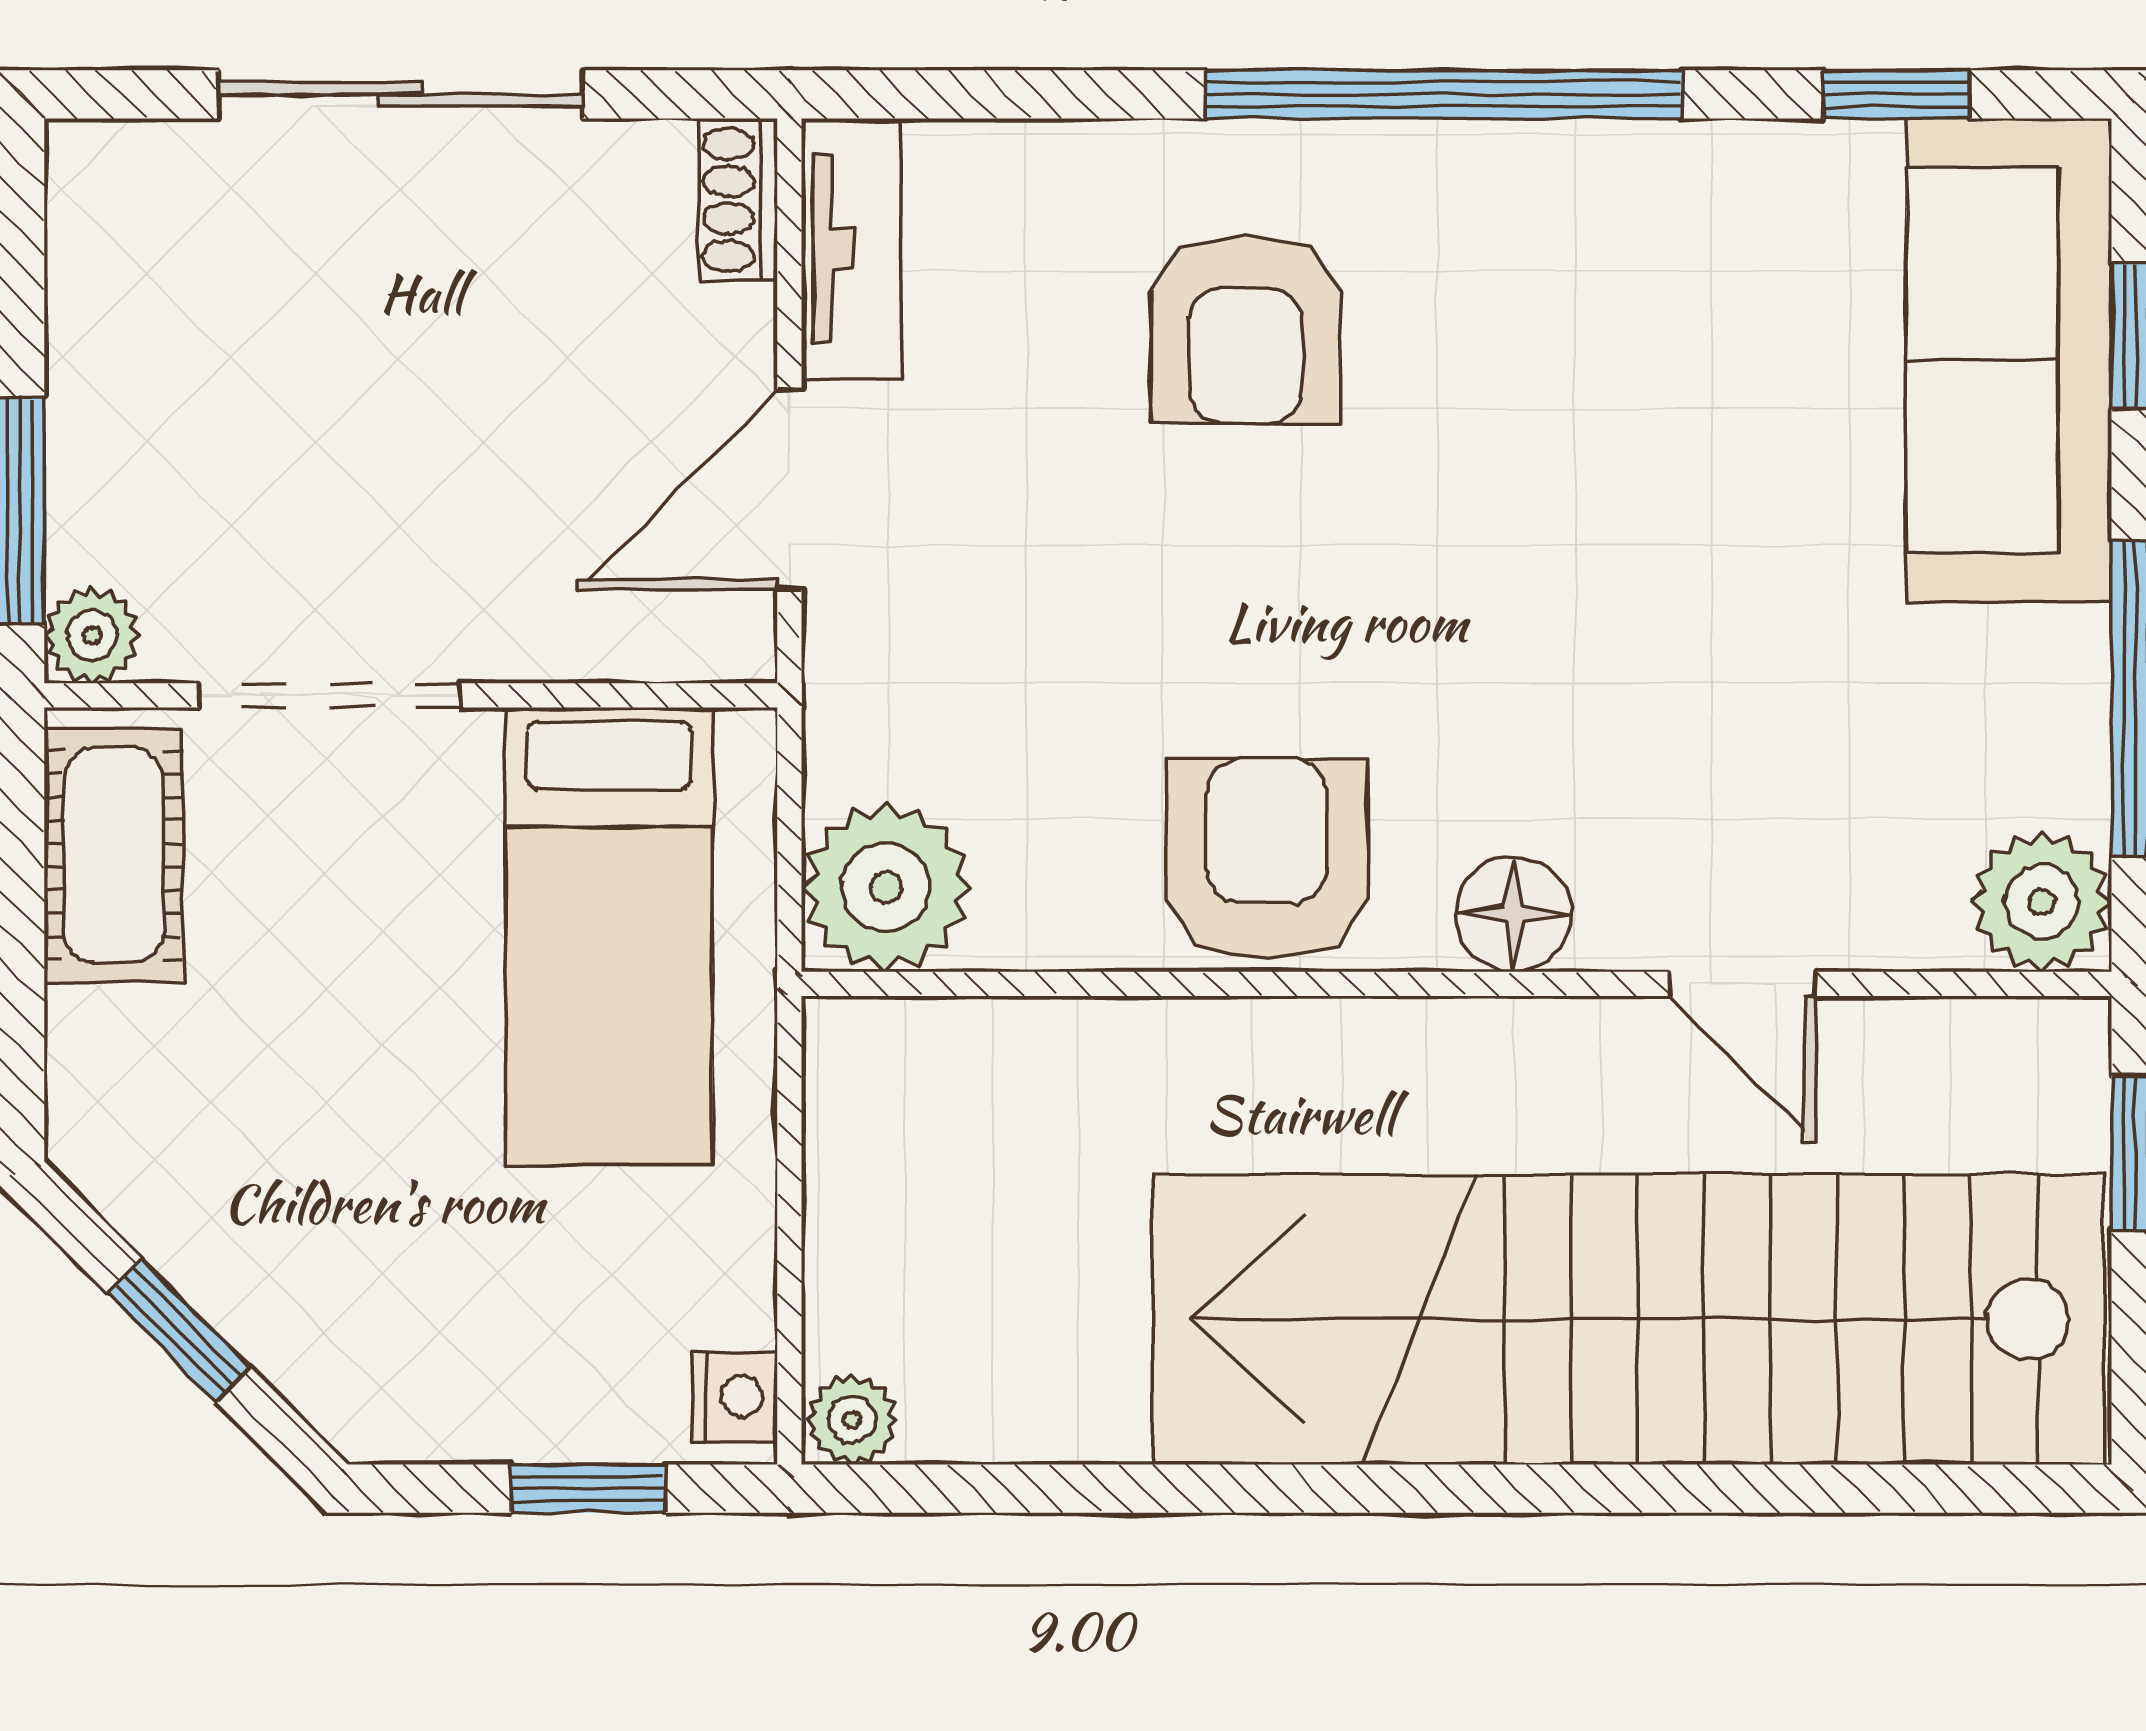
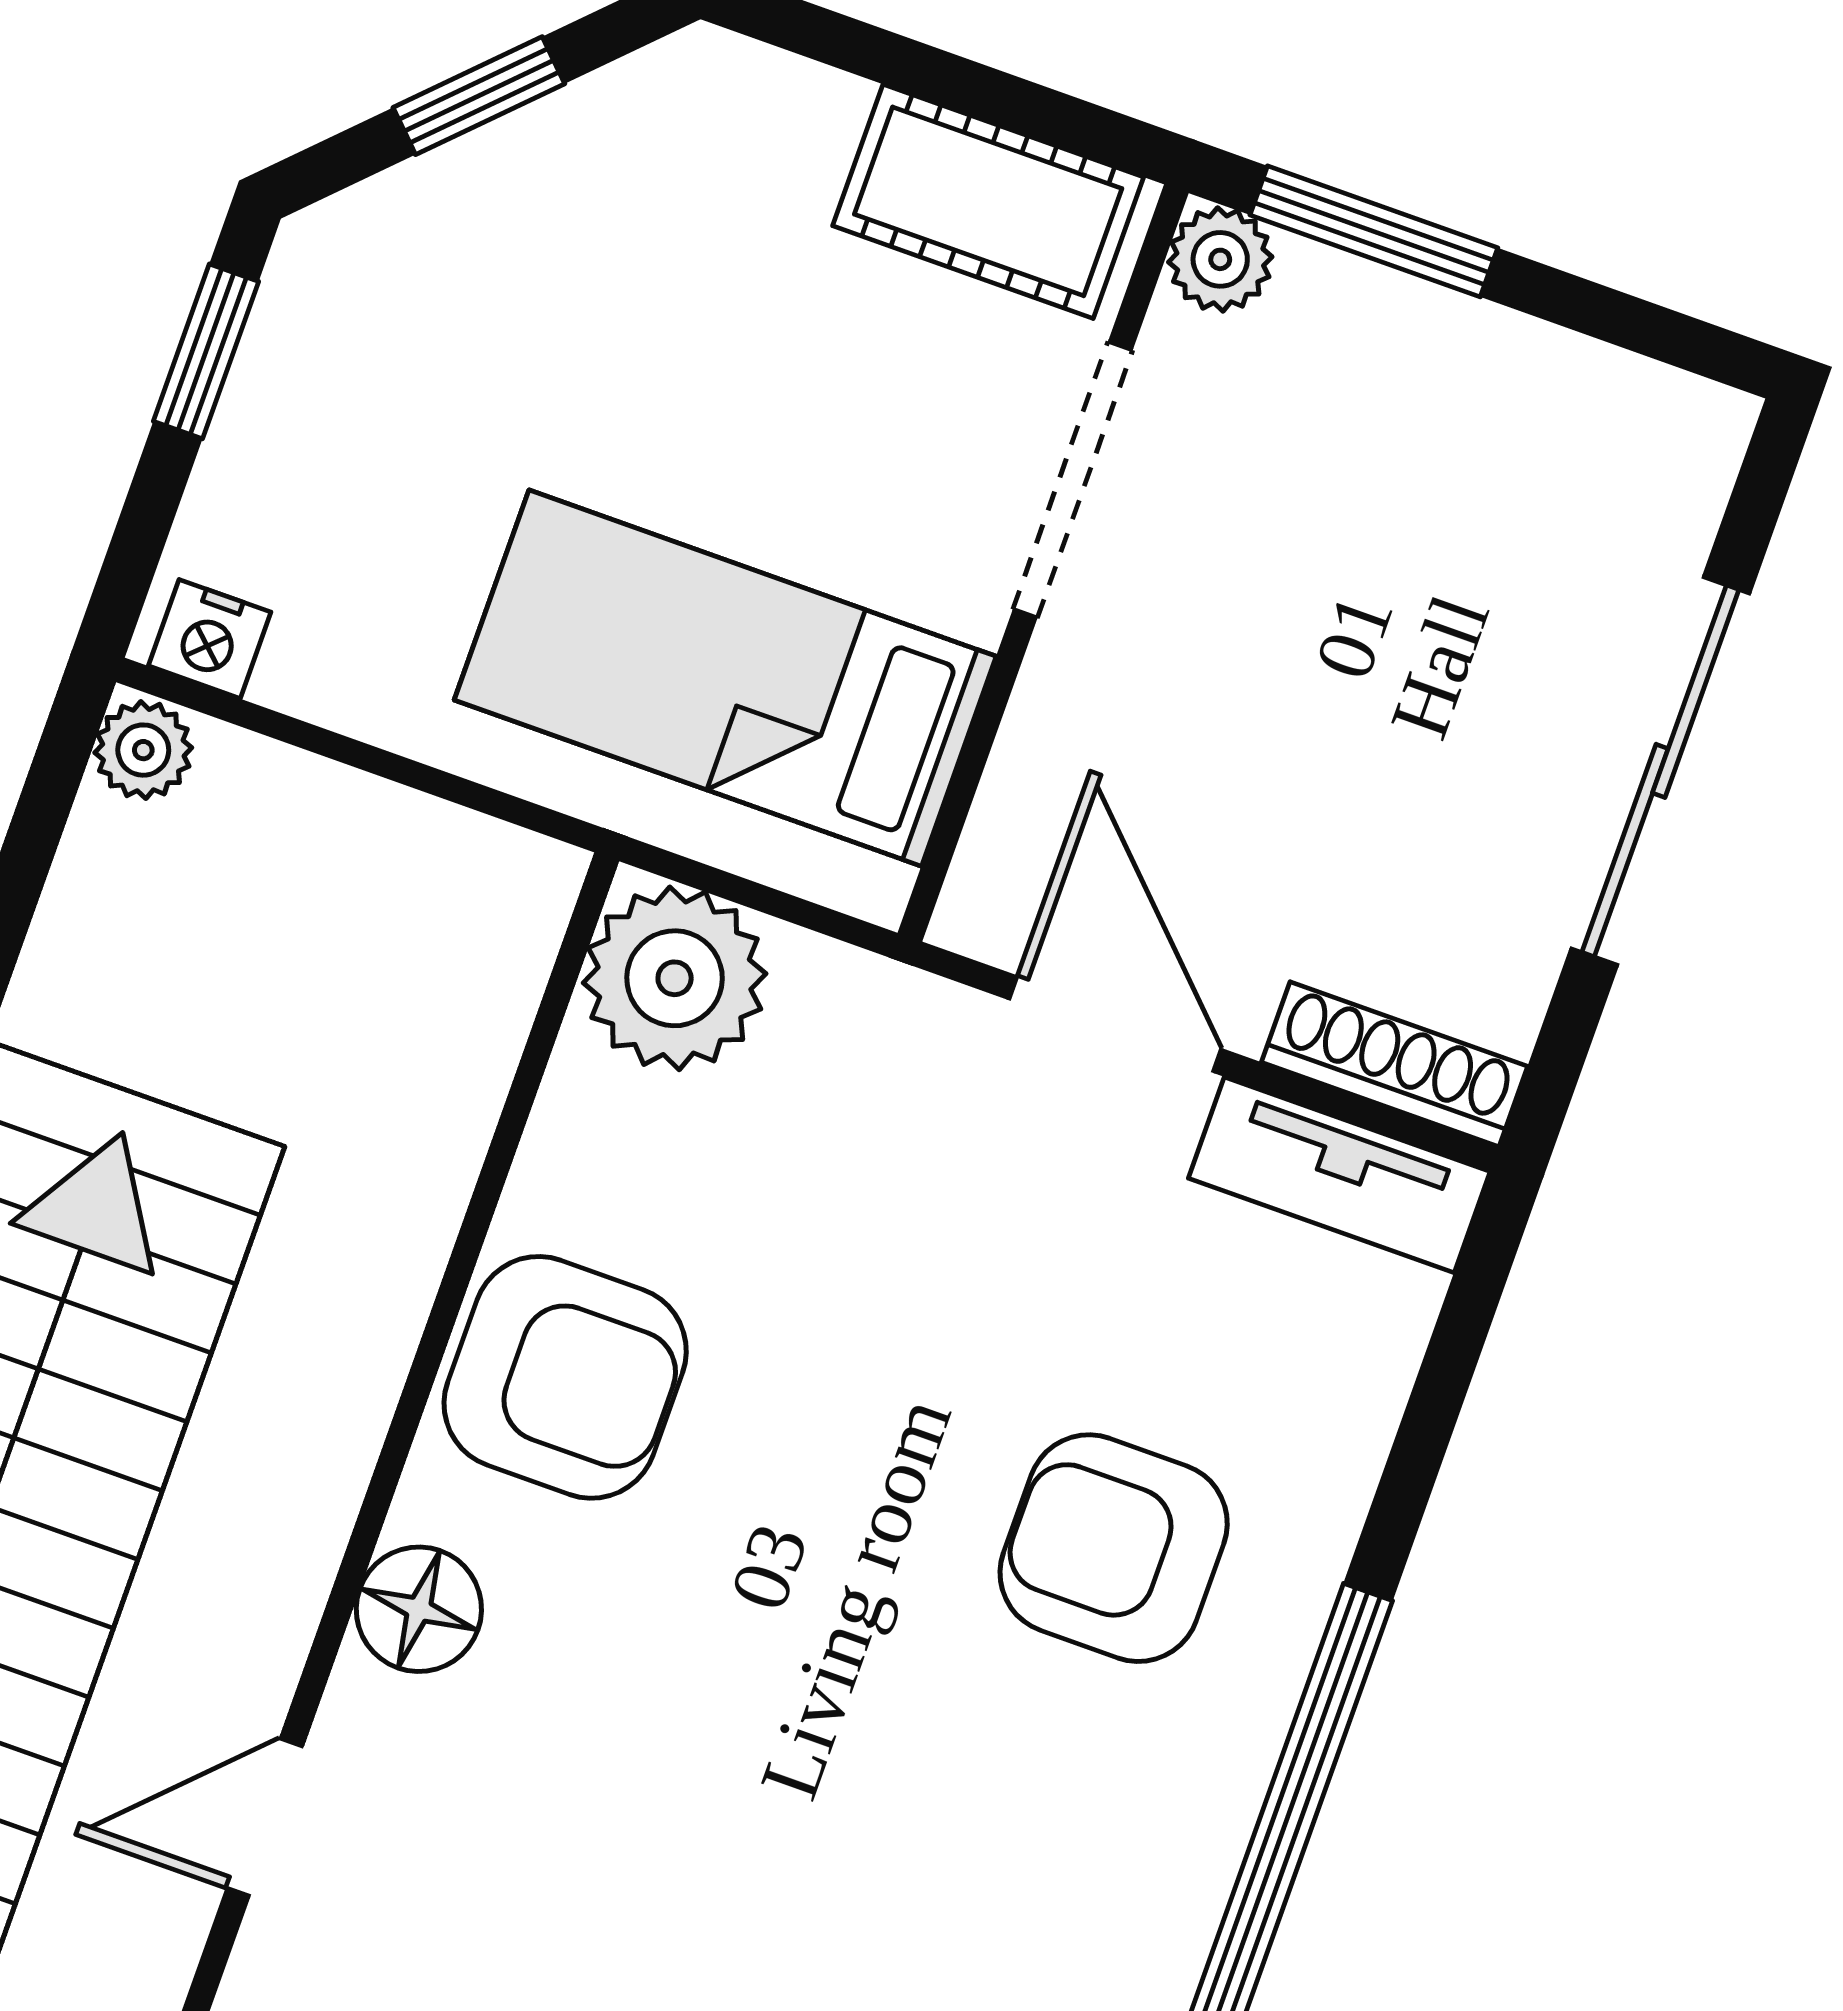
shoe rack: (738, 200) -> (1395, 1064), width x1.43
window: (588, 1489) -> (206, 351), moved

